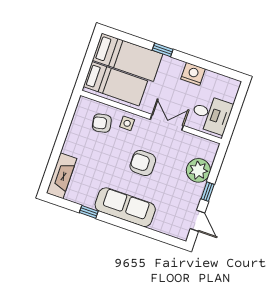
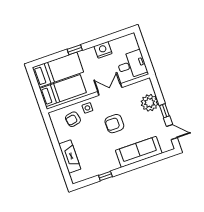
fireplace: (62, 176) -> (70, 157), moved
sofa: (125, 207) -> (139, 152), moved

